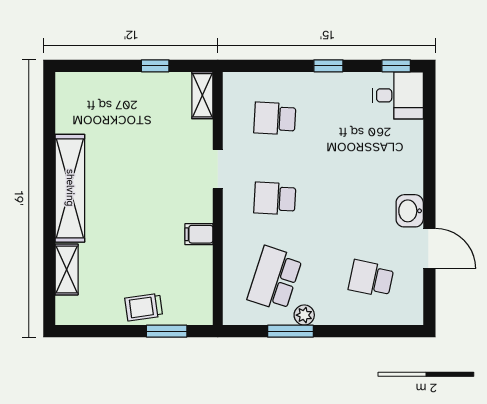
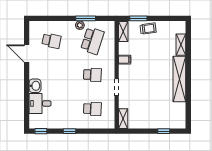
window: (155, 66) -> (164, 131), moved
desk: (398, 95) -> (40, 103), moved
washbasin: (410, 211) -> (35, 86), moved
shelving: (202, 300) -> (123, 32), added

